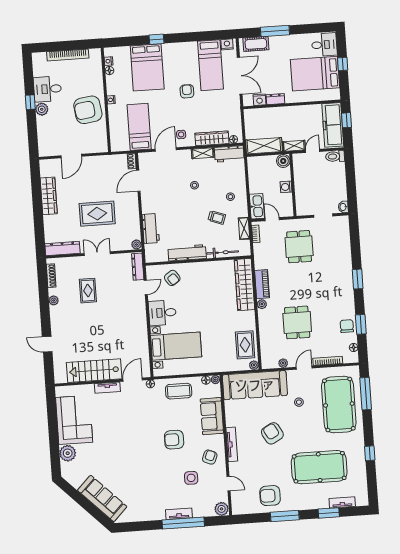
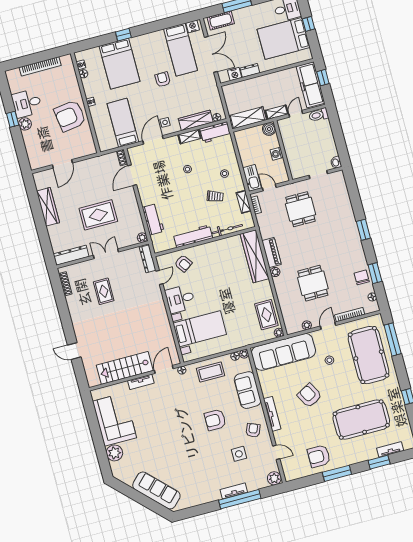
plant: (54, 300) -> (72, 307), removed

